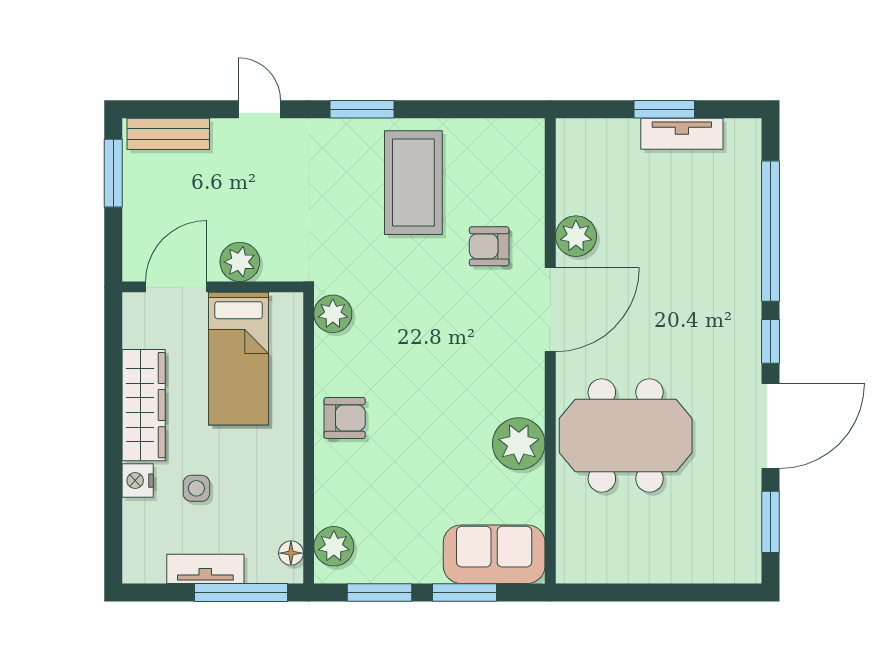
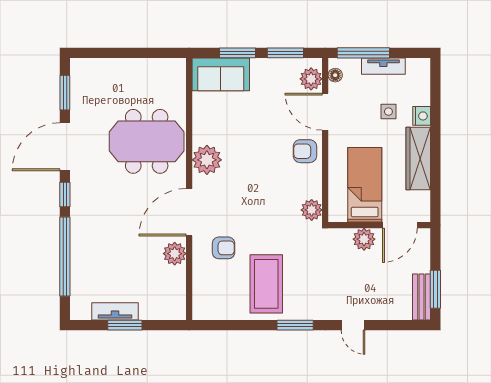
bench: (168, 134) -> (421, 297), moved, turned 90
plant: (519, 444) -> (207, 160), moved
door: (309, 488) -> (325, 112), added

